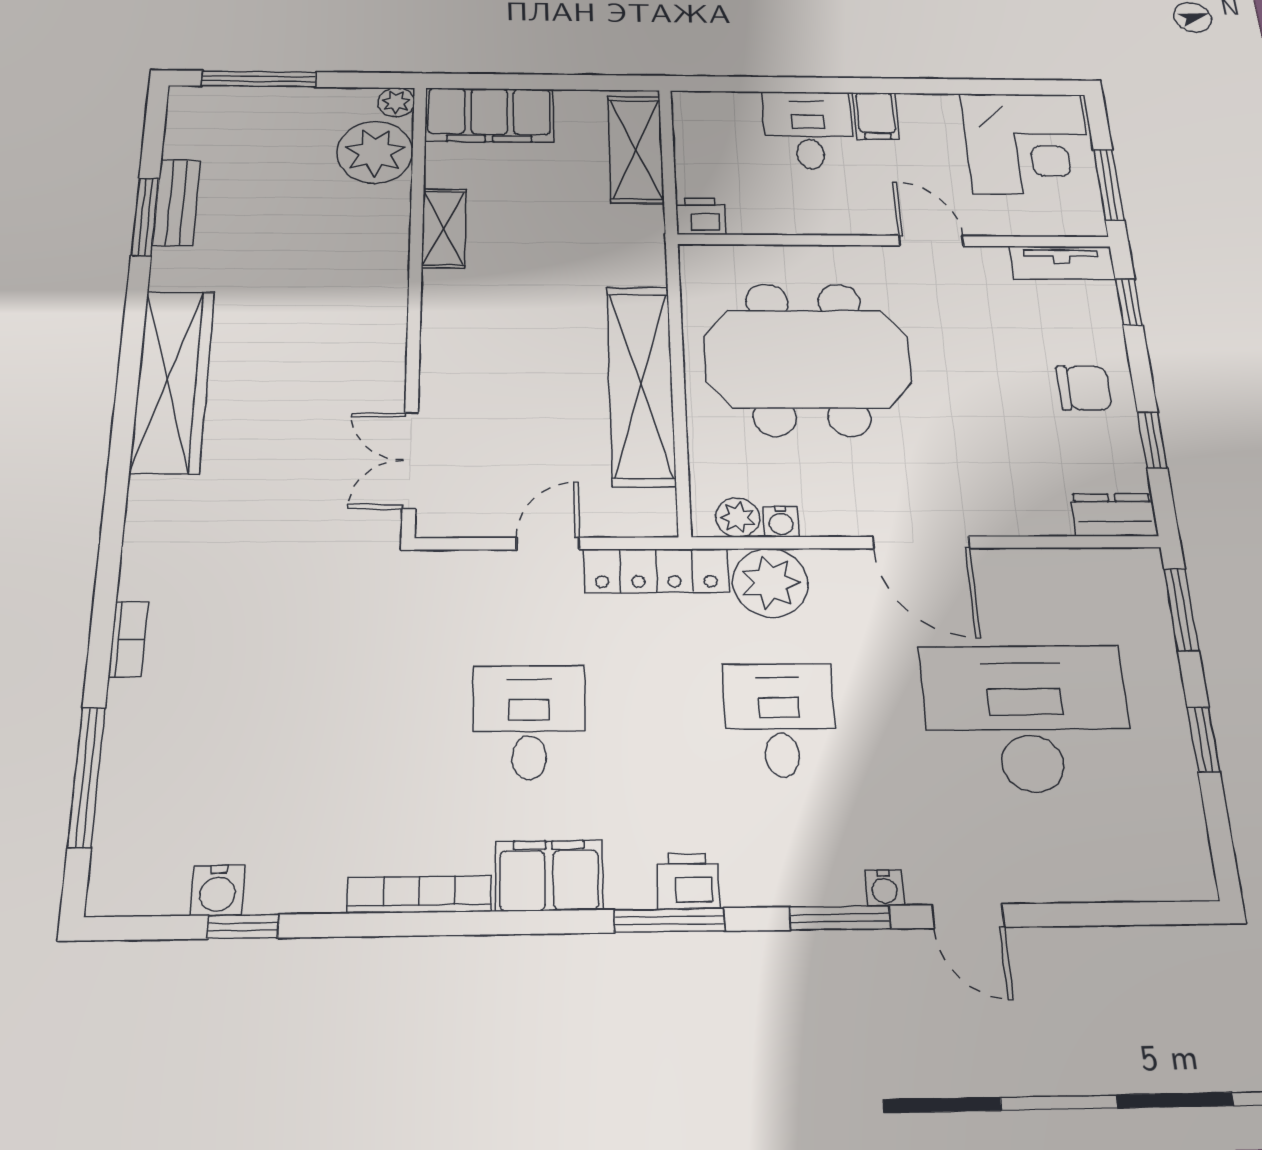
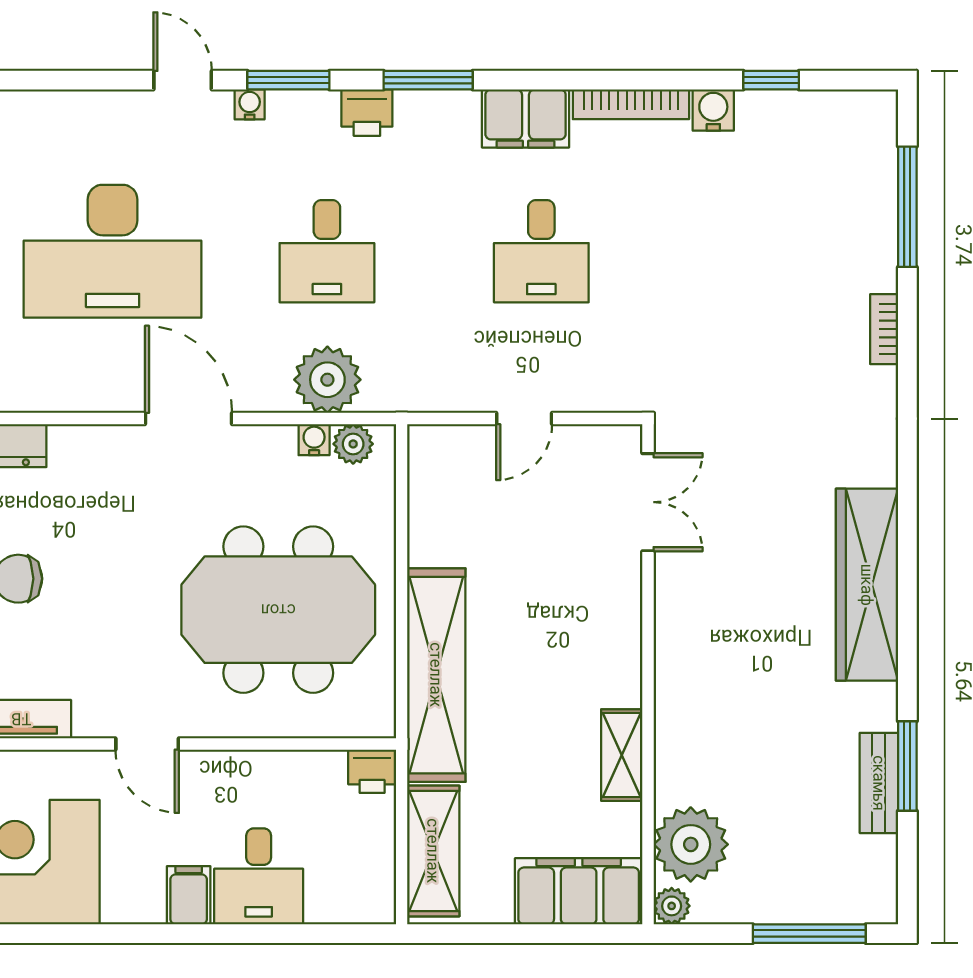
shelving: (641, 385) -> (436, 675), moved
locker: (656, 571) -> (428, 392), removed
printer: (688, 881) -> (367, 113), moved
water cooler: (218, 890) -> (713, 110), moved

